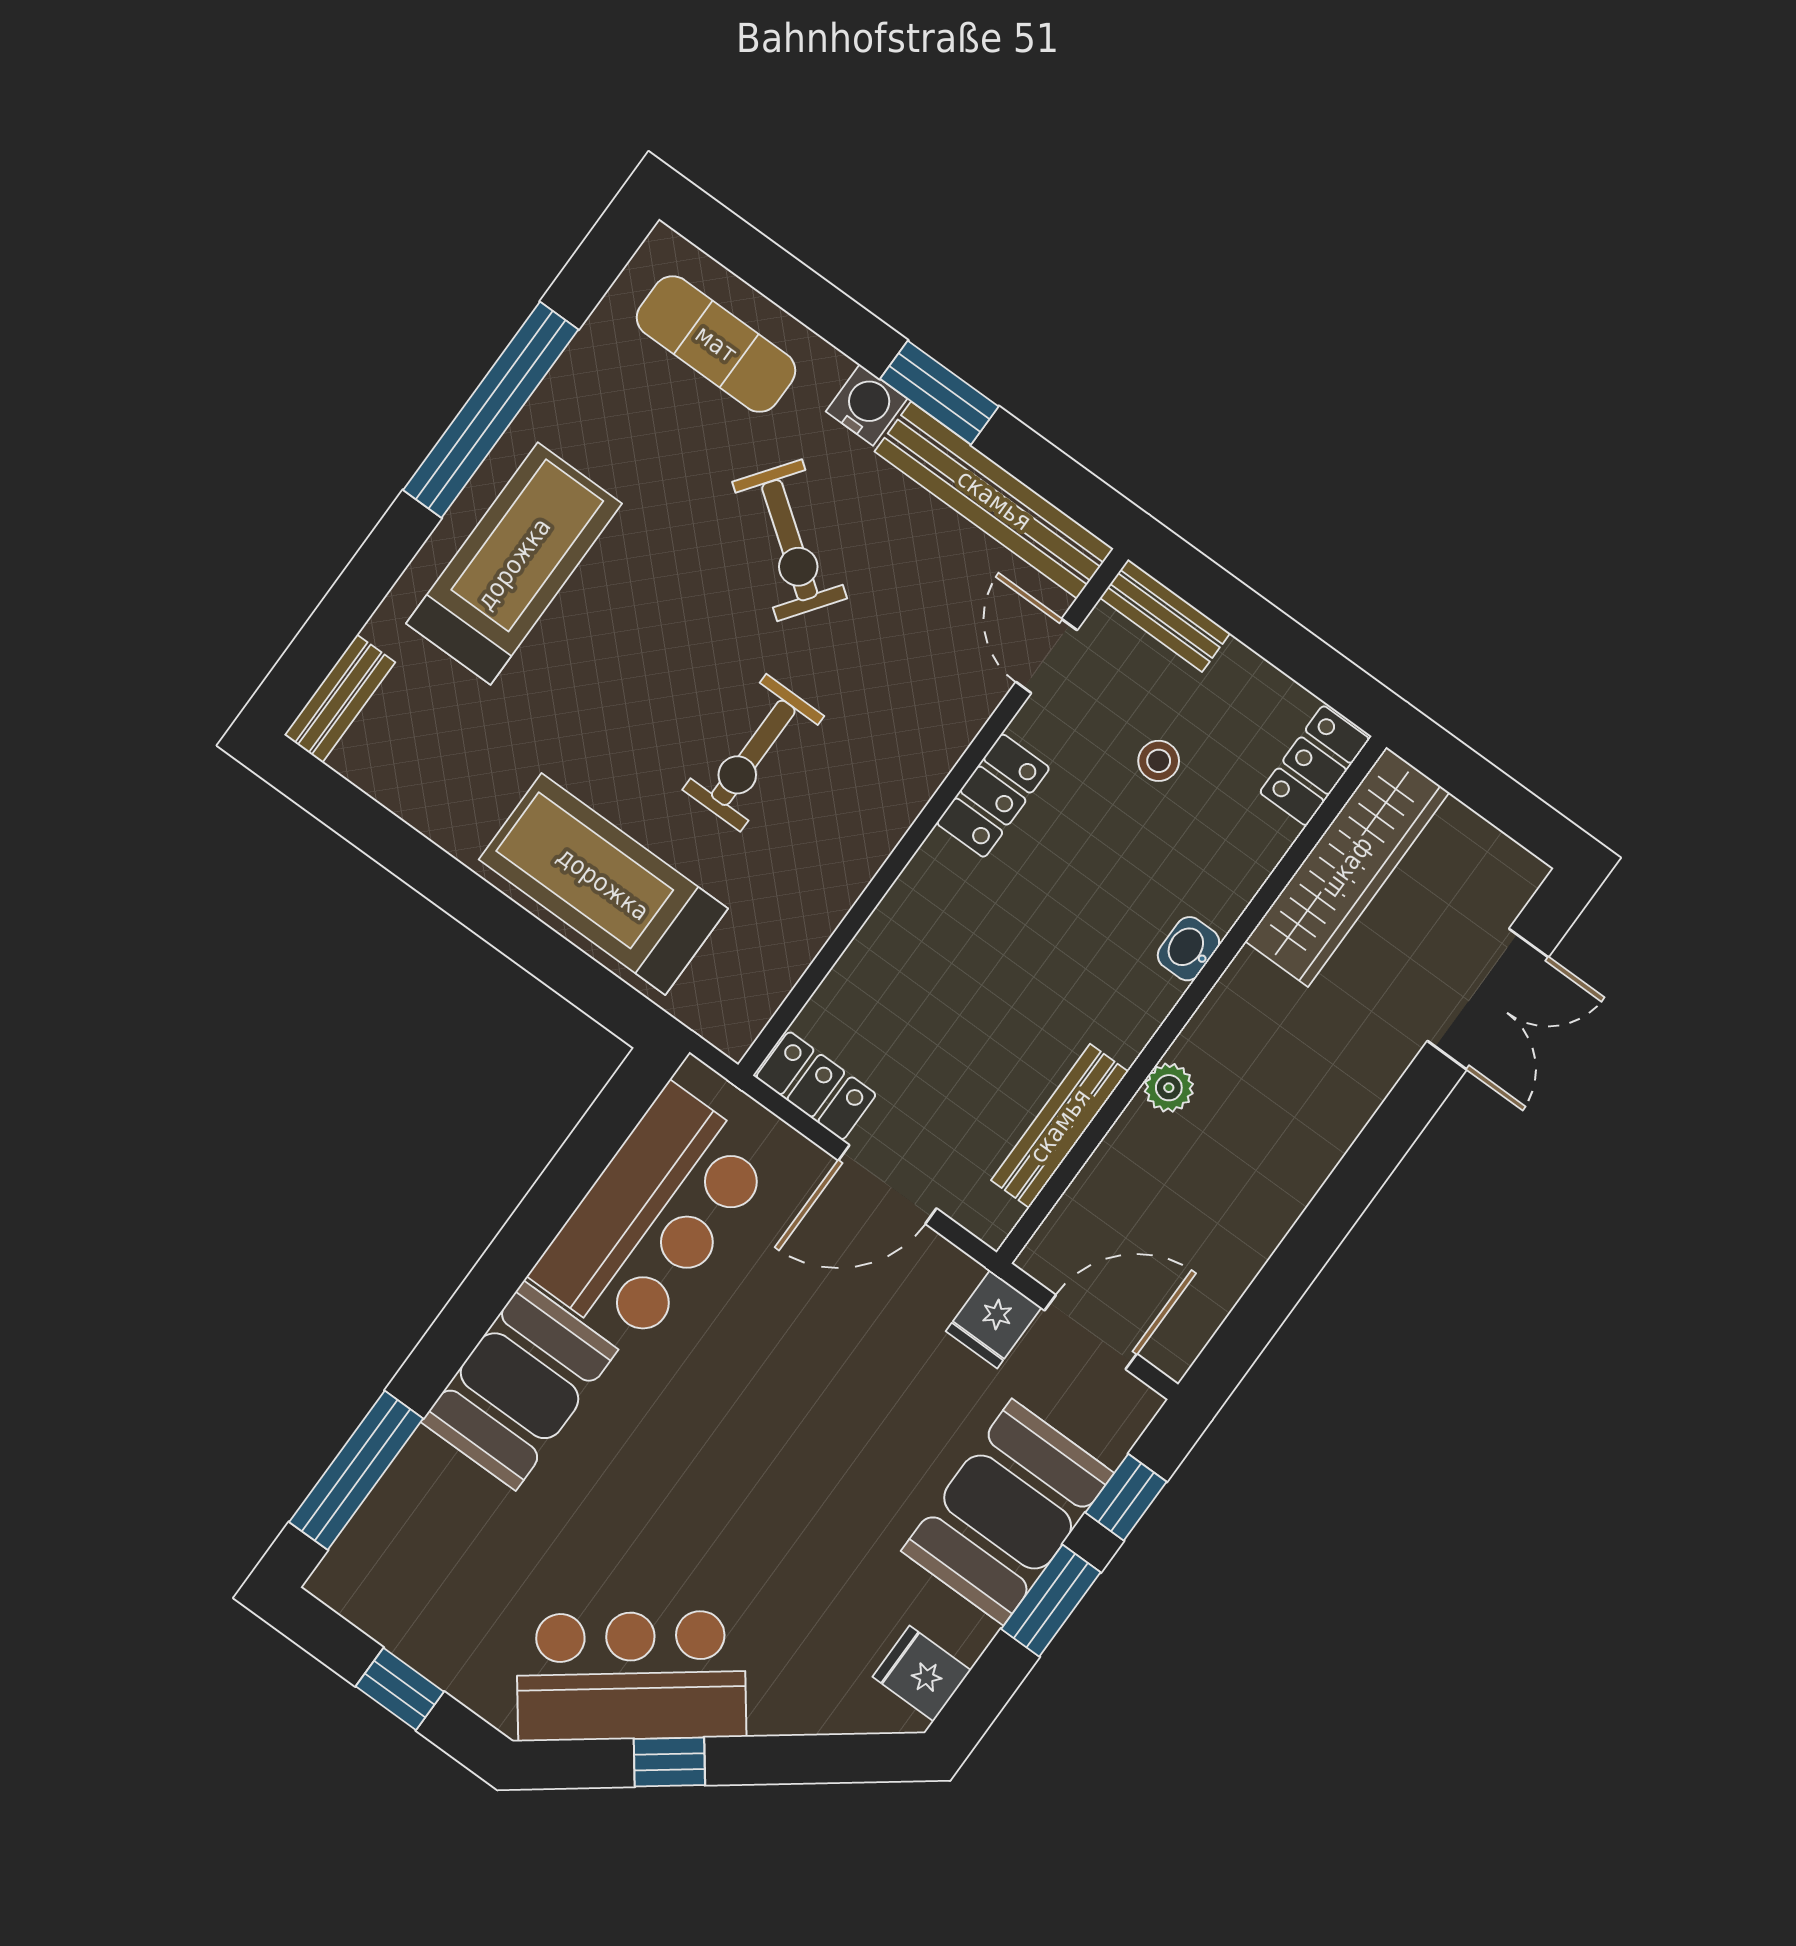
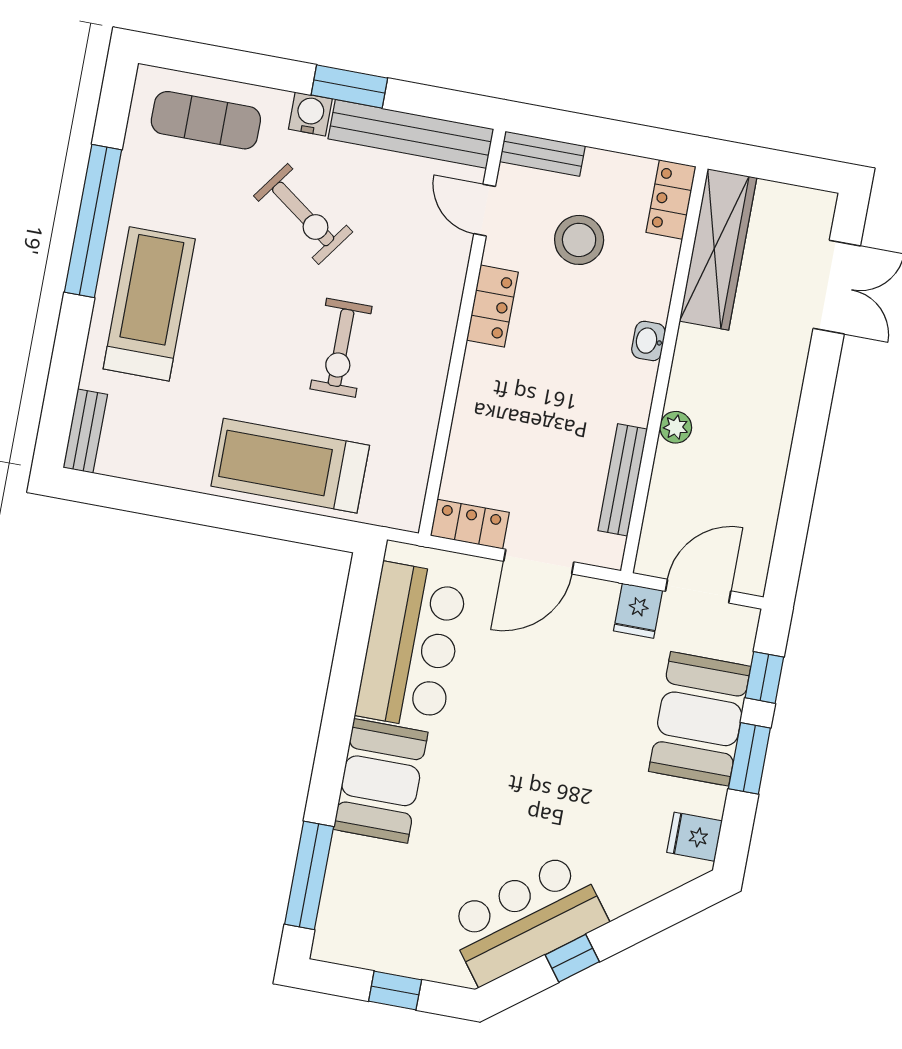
stool: (1159, 761) -> (579, 240), width x1.89, depth x1.89

